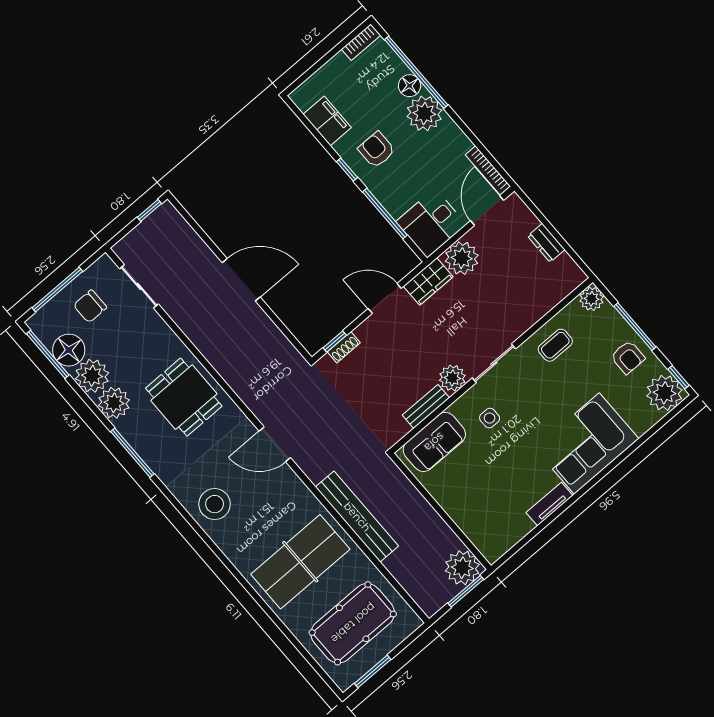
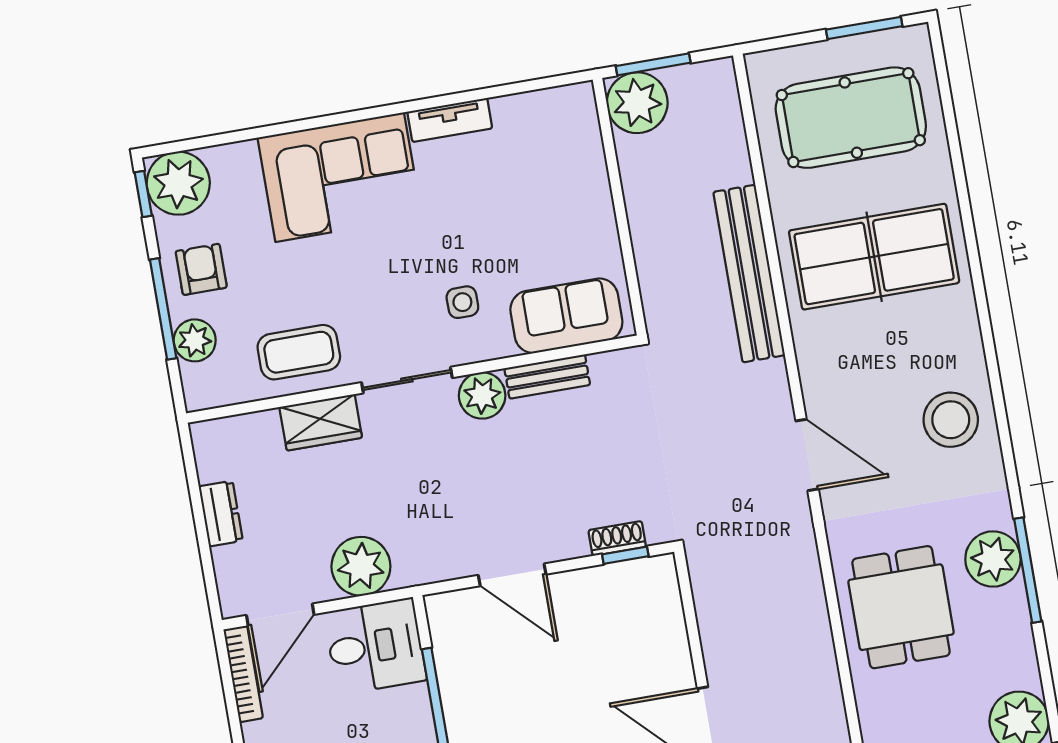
wardrobe: (428, 282) -> (321, 422), moved, turned 180
plant: (592, 299) -> (195, 340), moved
coffee table: (555, 345) -> (299, 352), width x1.36, depth x1.30
plant: (114, 403) -> (993, 559), moved

